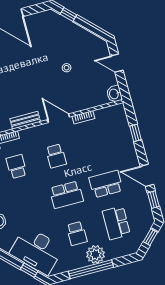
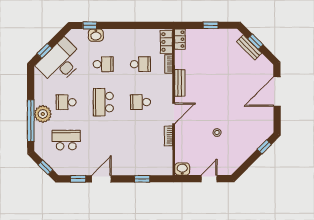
school desk: (106, 184) -> (103, 64), moved, width x0.54
window: (91, 269) -> (31, 121), moved

